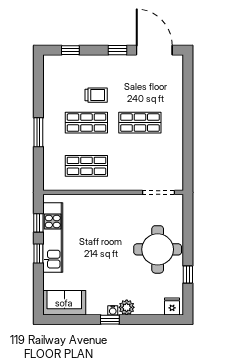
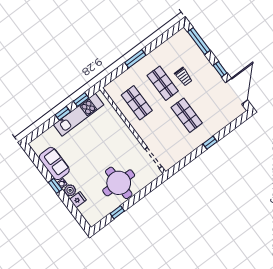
window: (70, 50) -> (199, 41), width x2.17
window: (188, 120) -> (210, 143), added
sofa: (64, 303) -> (54, 164), moved
fridge: (172, 306) -> (78, 200), moved

